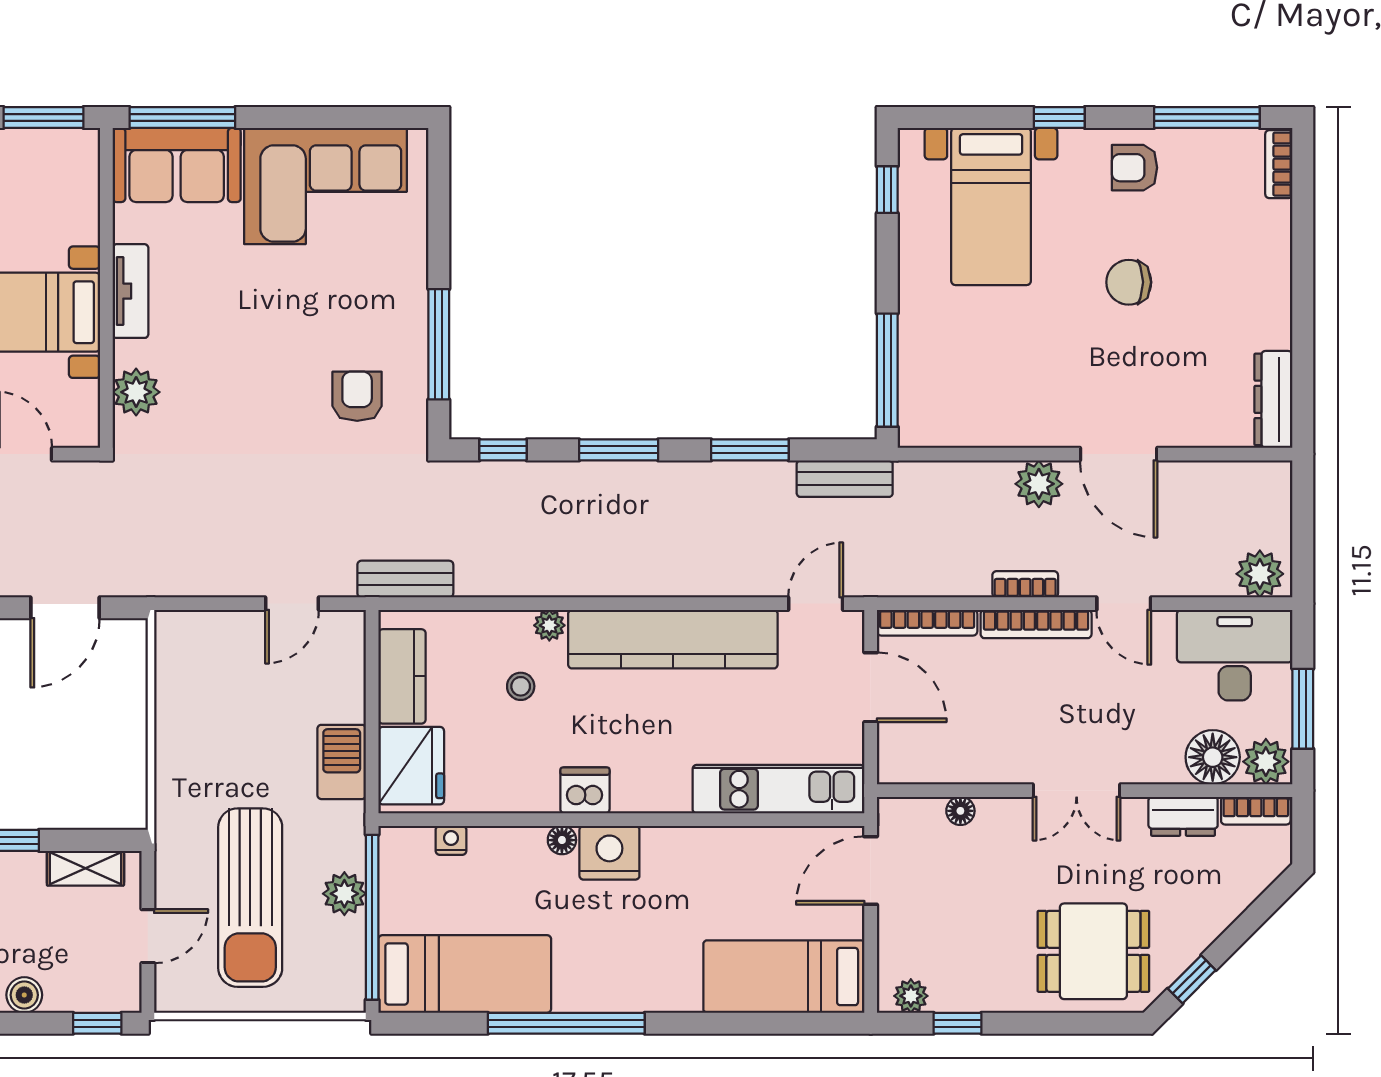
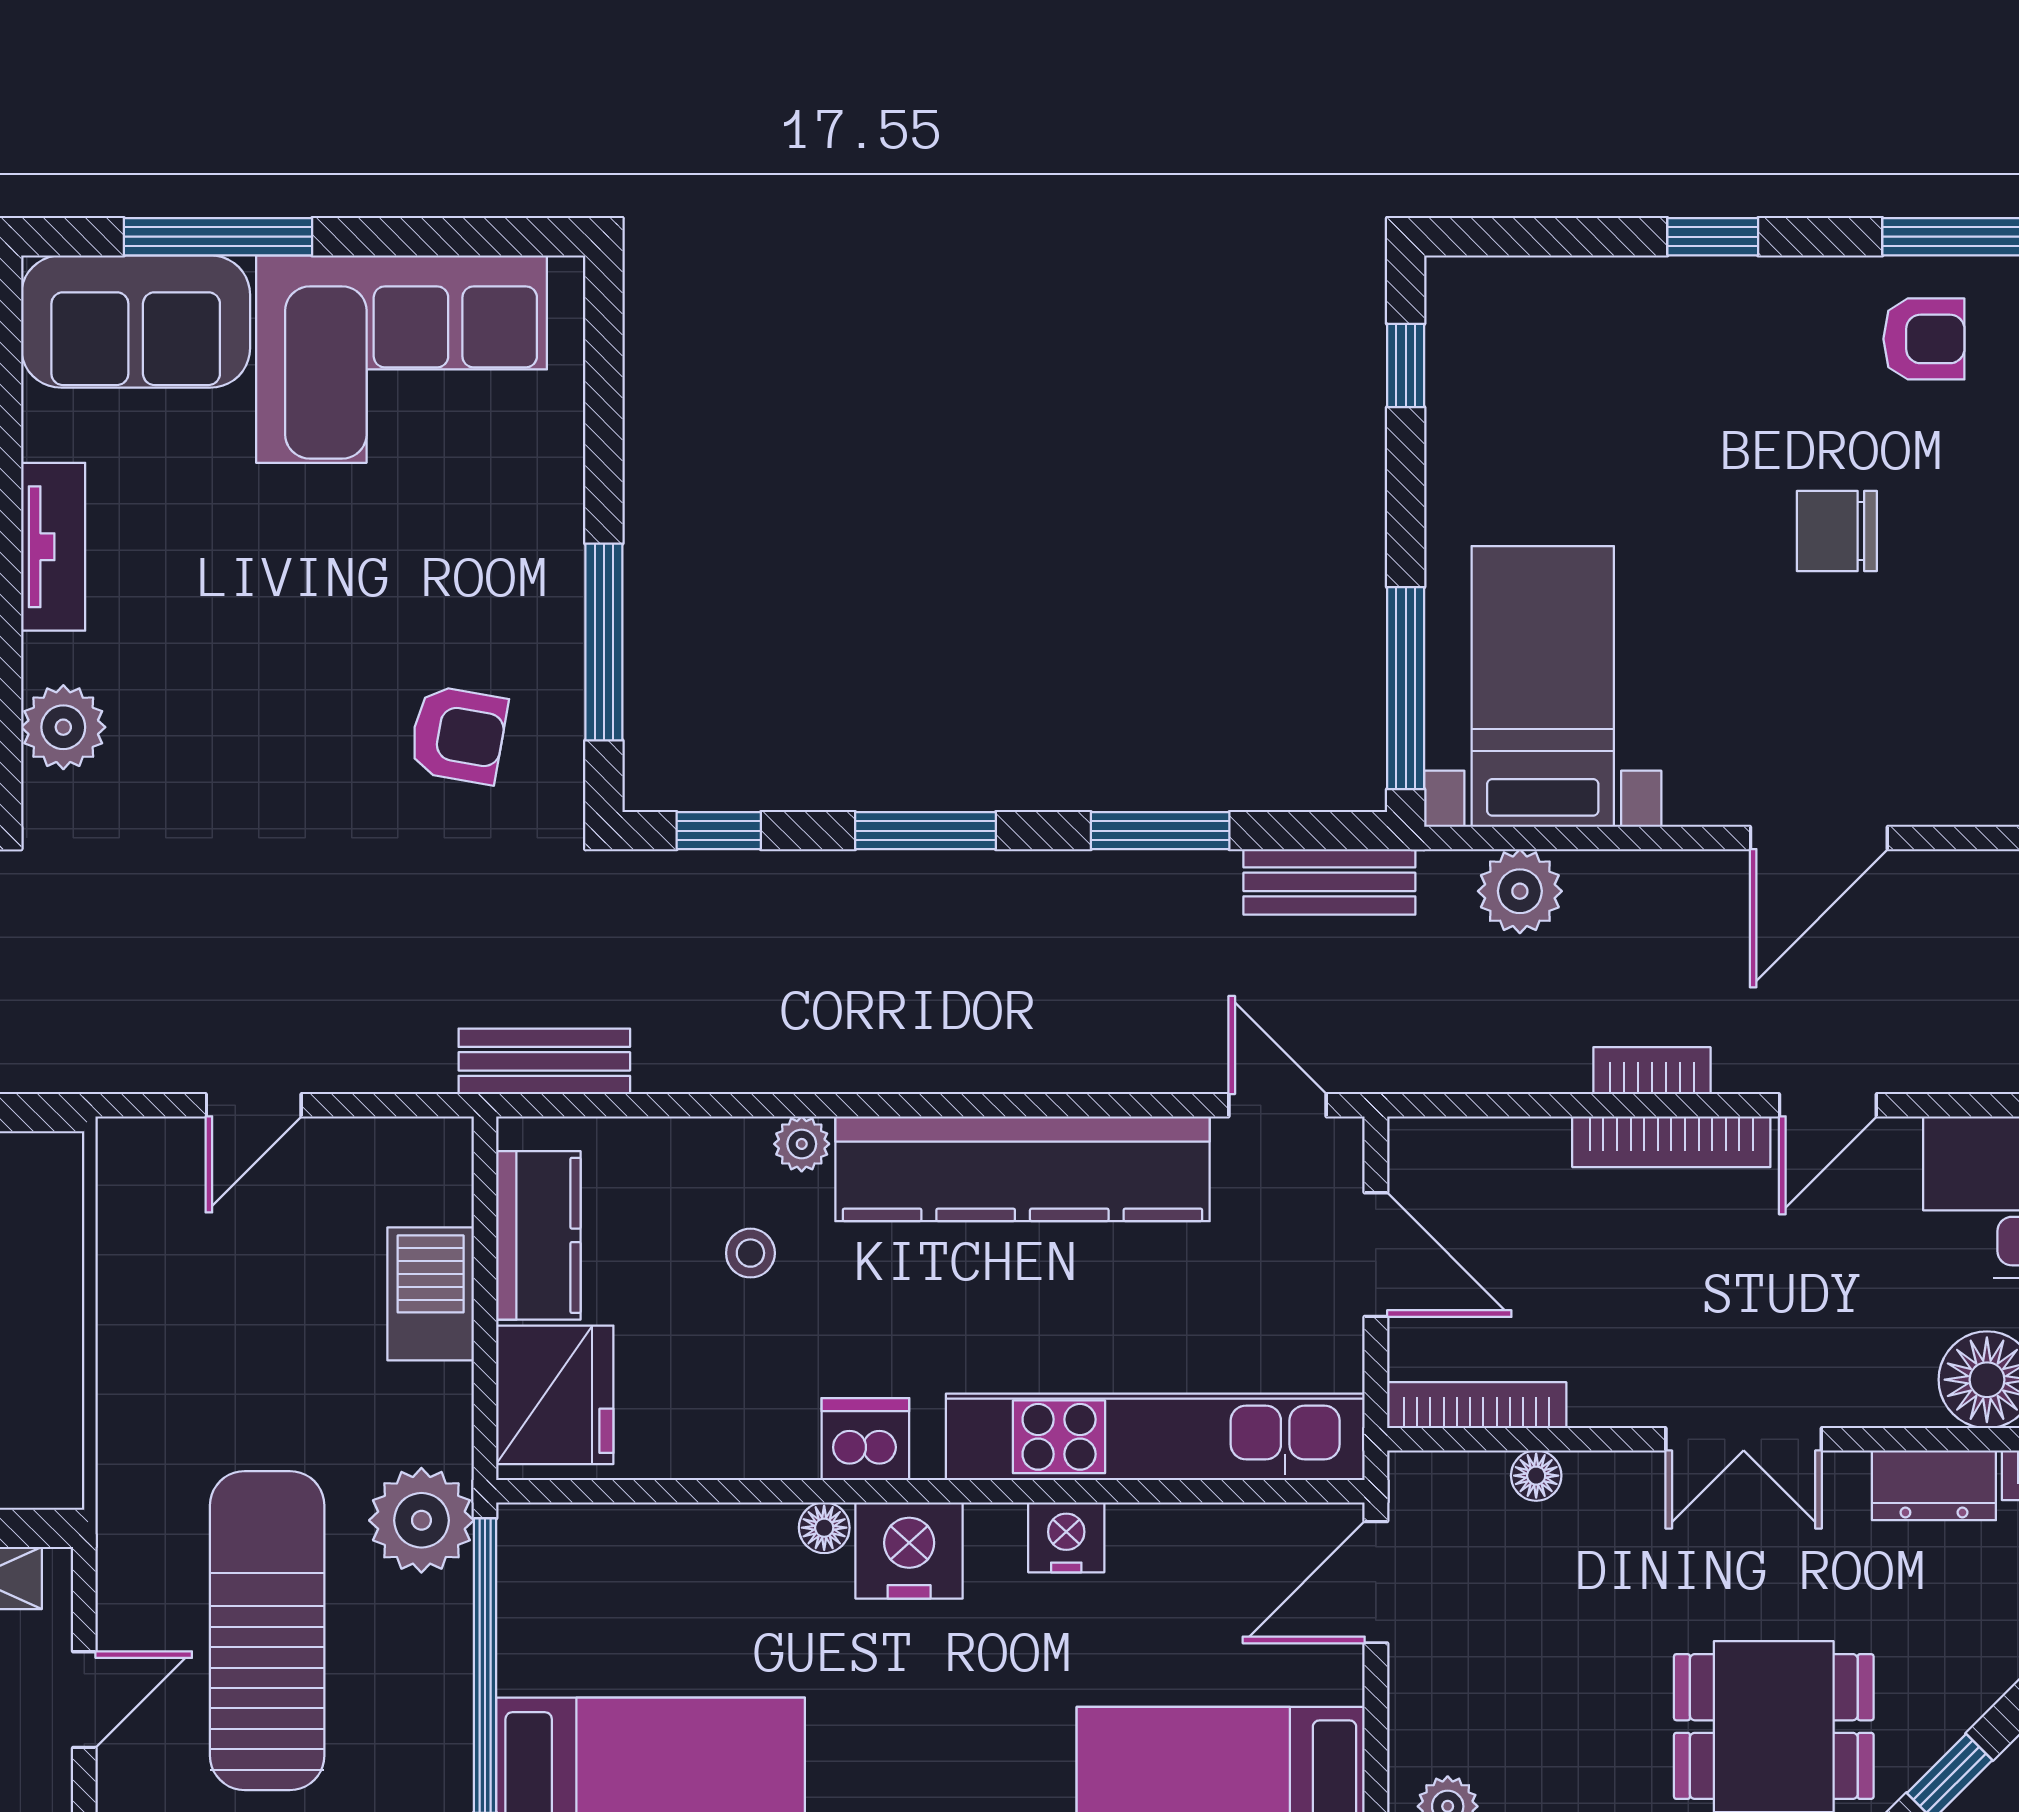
window: (182, 118) -> (218, 237), moved
armchair: (1134, 168) -> (1924, 339), moved, turned 180
bed with nightstands: (991, 206) -> (1543, 686), moved, turned 180
armchair: (357, 396) -> (458, 735), turned 100
door: (1119, 454) -> (1819, 838), hinge flipped
plant: (1039, 484) -> (1520, 891), moved
door: (292, 604) -> (254, 1105), moved
door: (816, 604) -> (1277, 1105), hinge flipped
door: (1124, 604) -> (1828, 1105), hinge flipped
bookcase: (927, 623) -> (1477, 1405), moved, turned 180
barbecue: (342, 762) -> (431, 1294), moved
kitchen unit: (779, 789) -> (1155, 1437), width x1.36
nightstand: (451, 840) -> (1066, 1537), moved, width x1.39, depth x1.35
plant: (344, 894) -> (421, 1520), moved, width x1.36, depth x1.36
sun lounger: (250, 898) -> (267, 1631), turned 180

